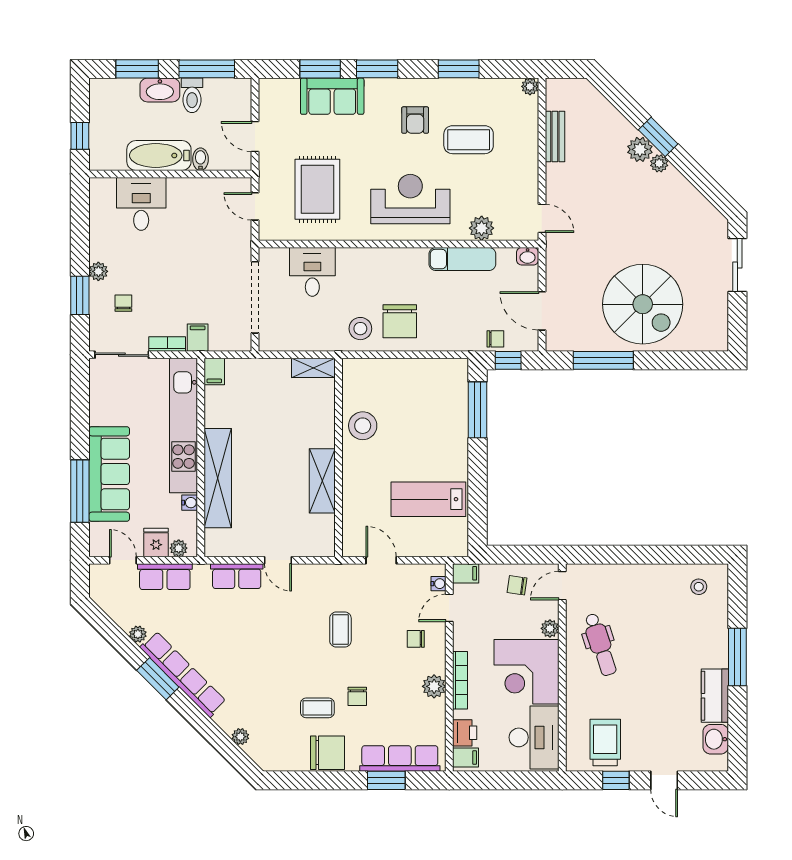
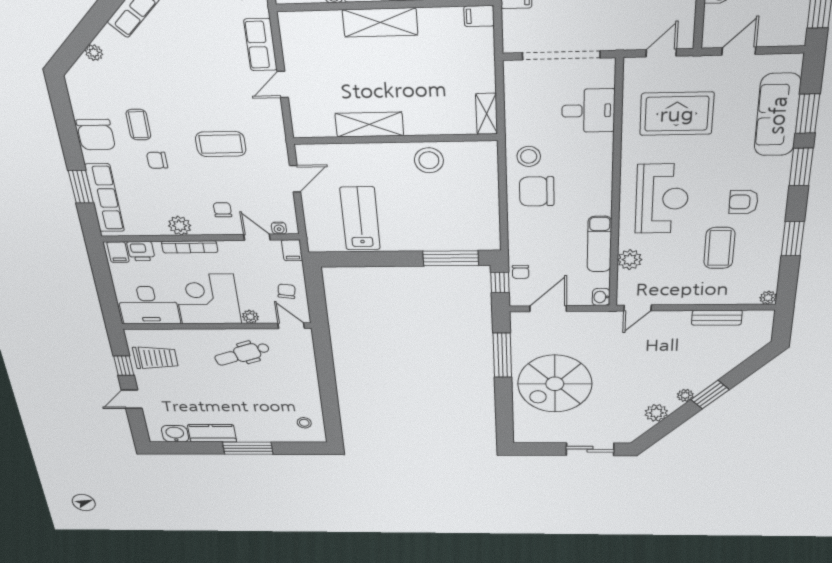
sofa: (332, 96) -> (777, 115), width x1.36
plant: (640, 149) -> (656, 413), moved
shelving: (218, 478) -> (380, 22), width x0.68
coffee table: (340, 629) -> (221, 144), width x1.36, depth x1.30

